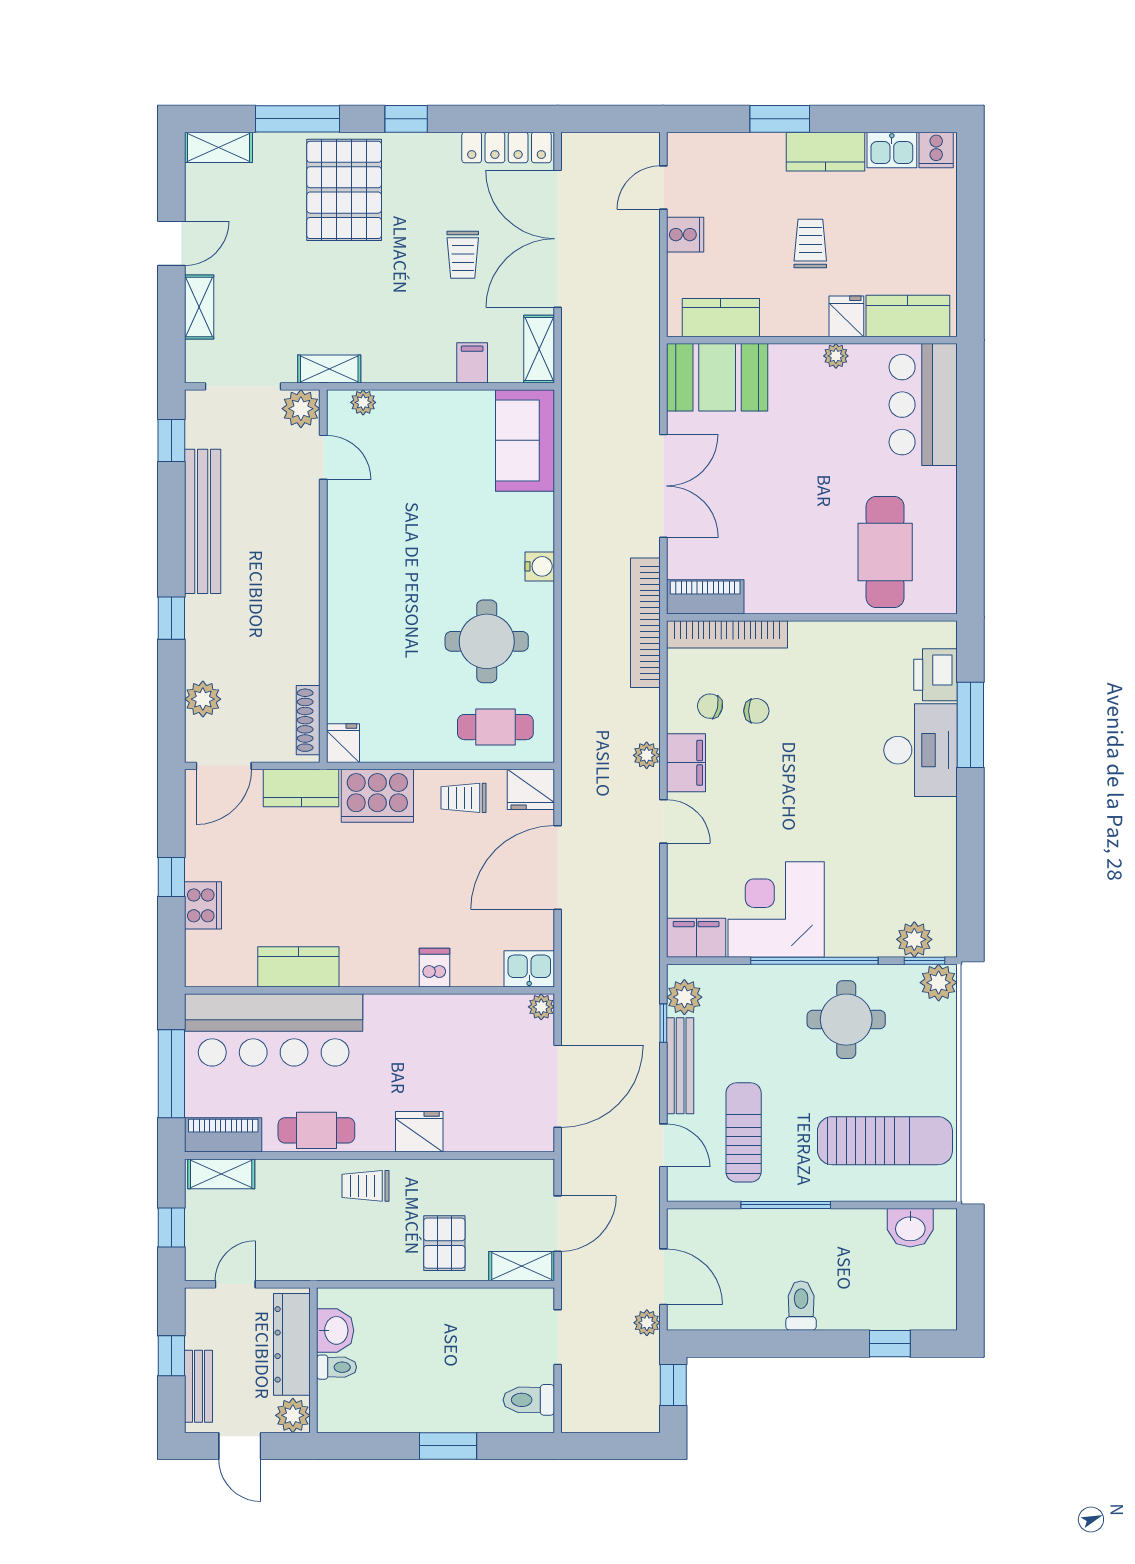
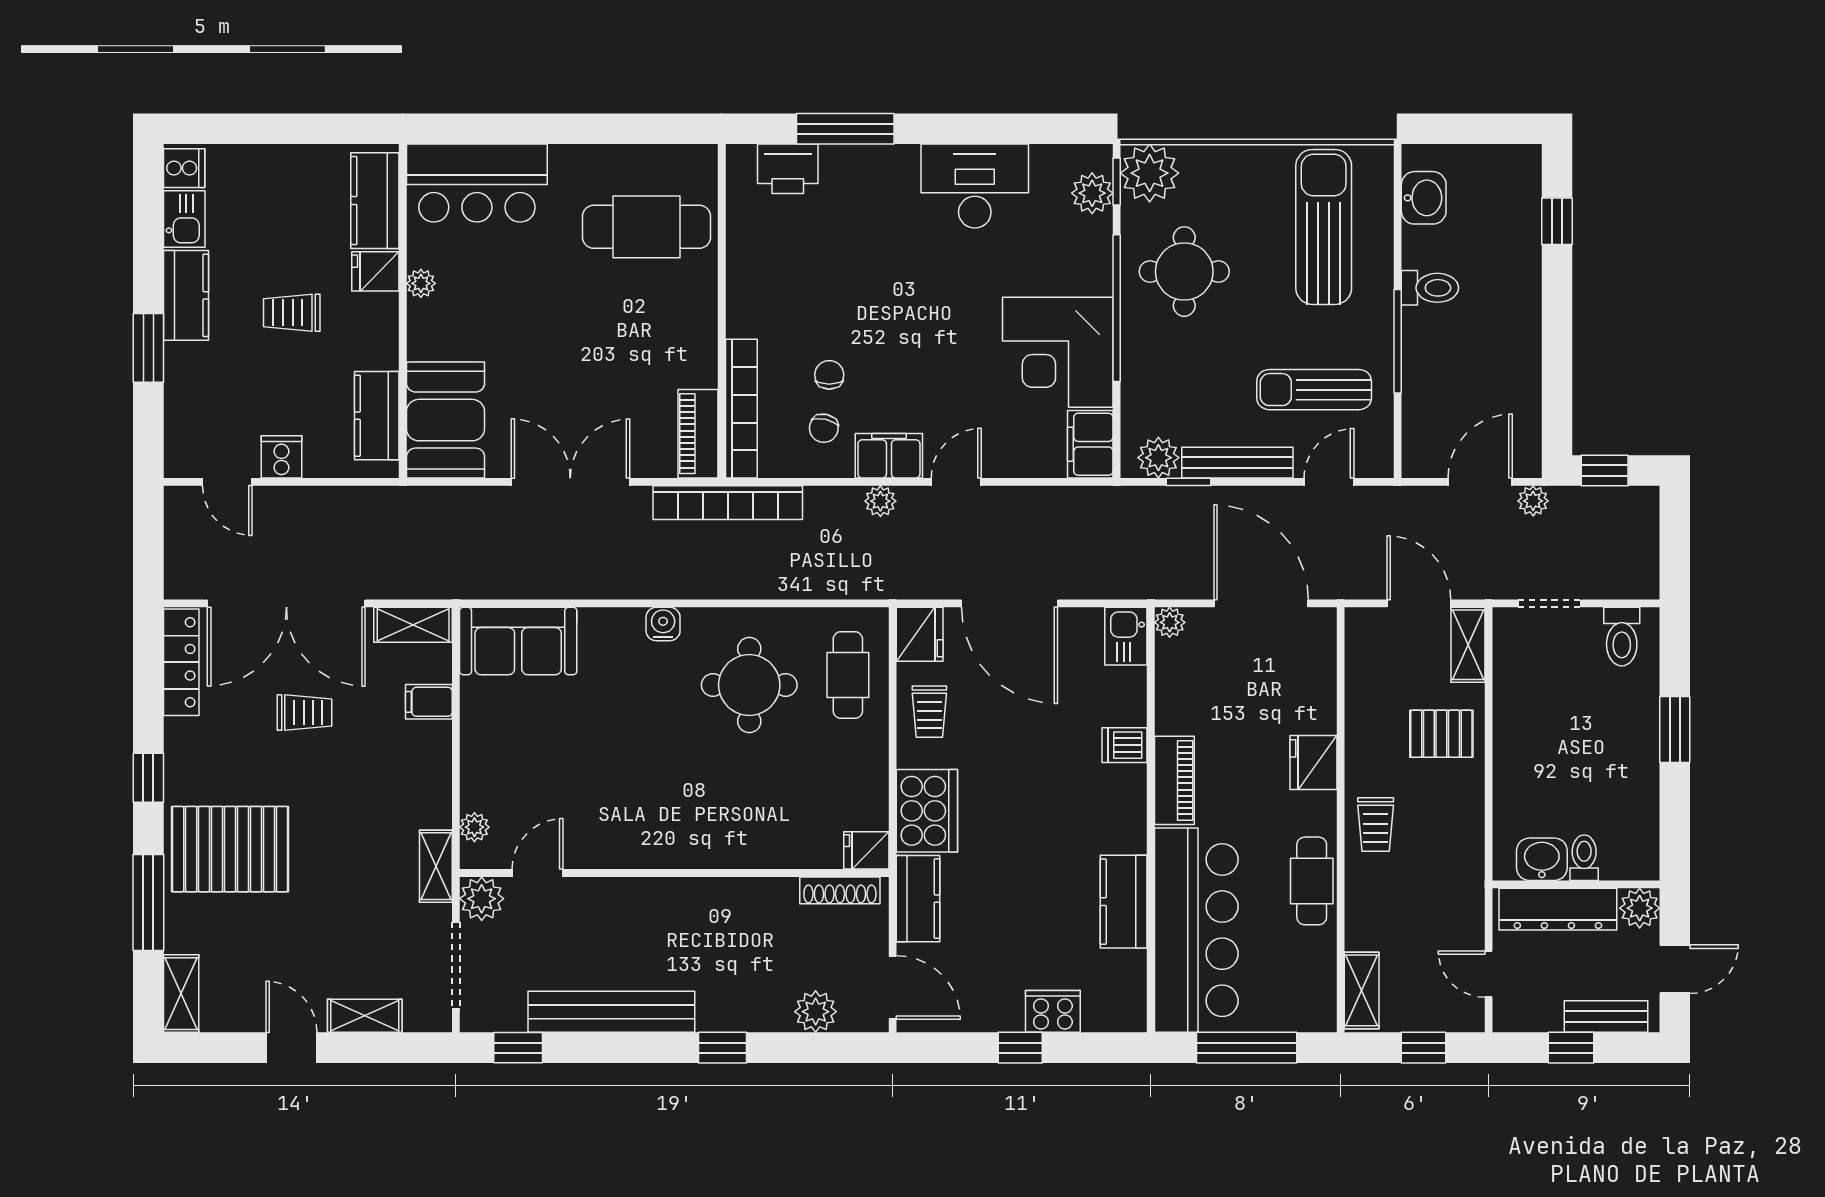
desk: (921, 750) -> (975, 186), moved
plant: (939, 983) -> (1150, 173), width x1.36, depth x1.36
piano: (223, 1135) -> (1174, 780), moved, turned 180
toilet: (801, 1306) -> (1430, 288), moved, turned 180

